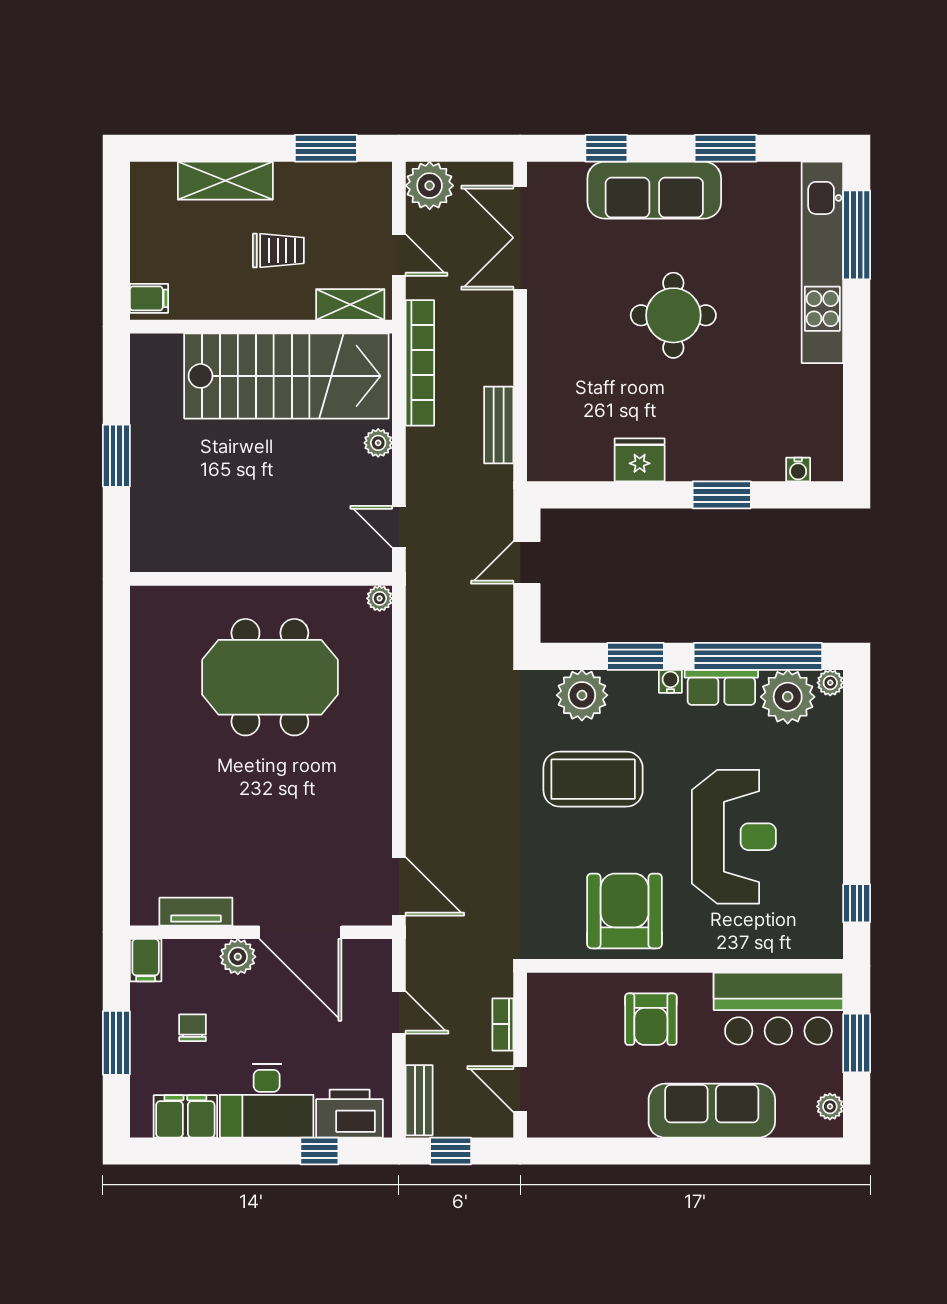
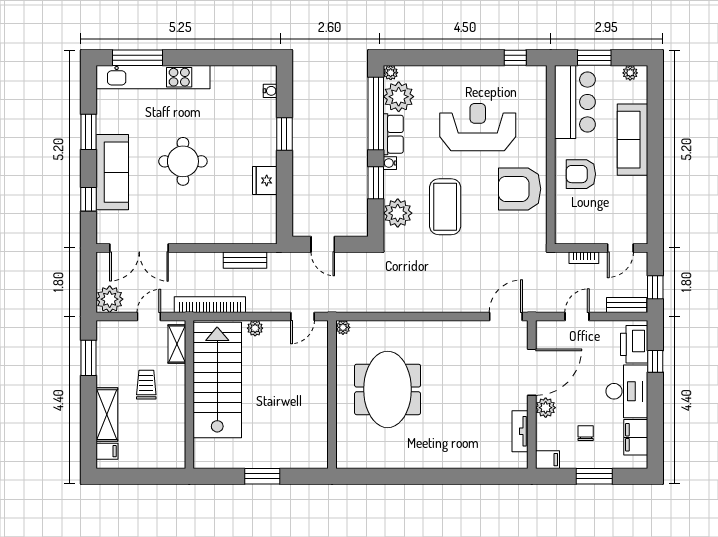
filing cabinet: (149, 298) -> (107, 451), moved, turned 90
armchair: (651, 1019) -> (581, 174), turned 180
chair: (193, 1028) -> (586, 433), turned 90

